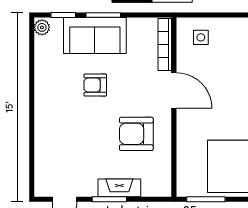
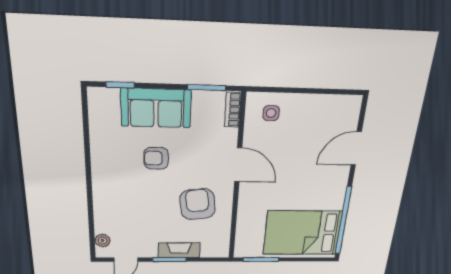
window: (103, 15) -> (206, 88), moved
plant: (42, 27) -> (102, 240), moved
bookcase: (165, 45) -> (233, 110), width x0.64
armchair: (136, 134) -> (198, 204), turned 83

